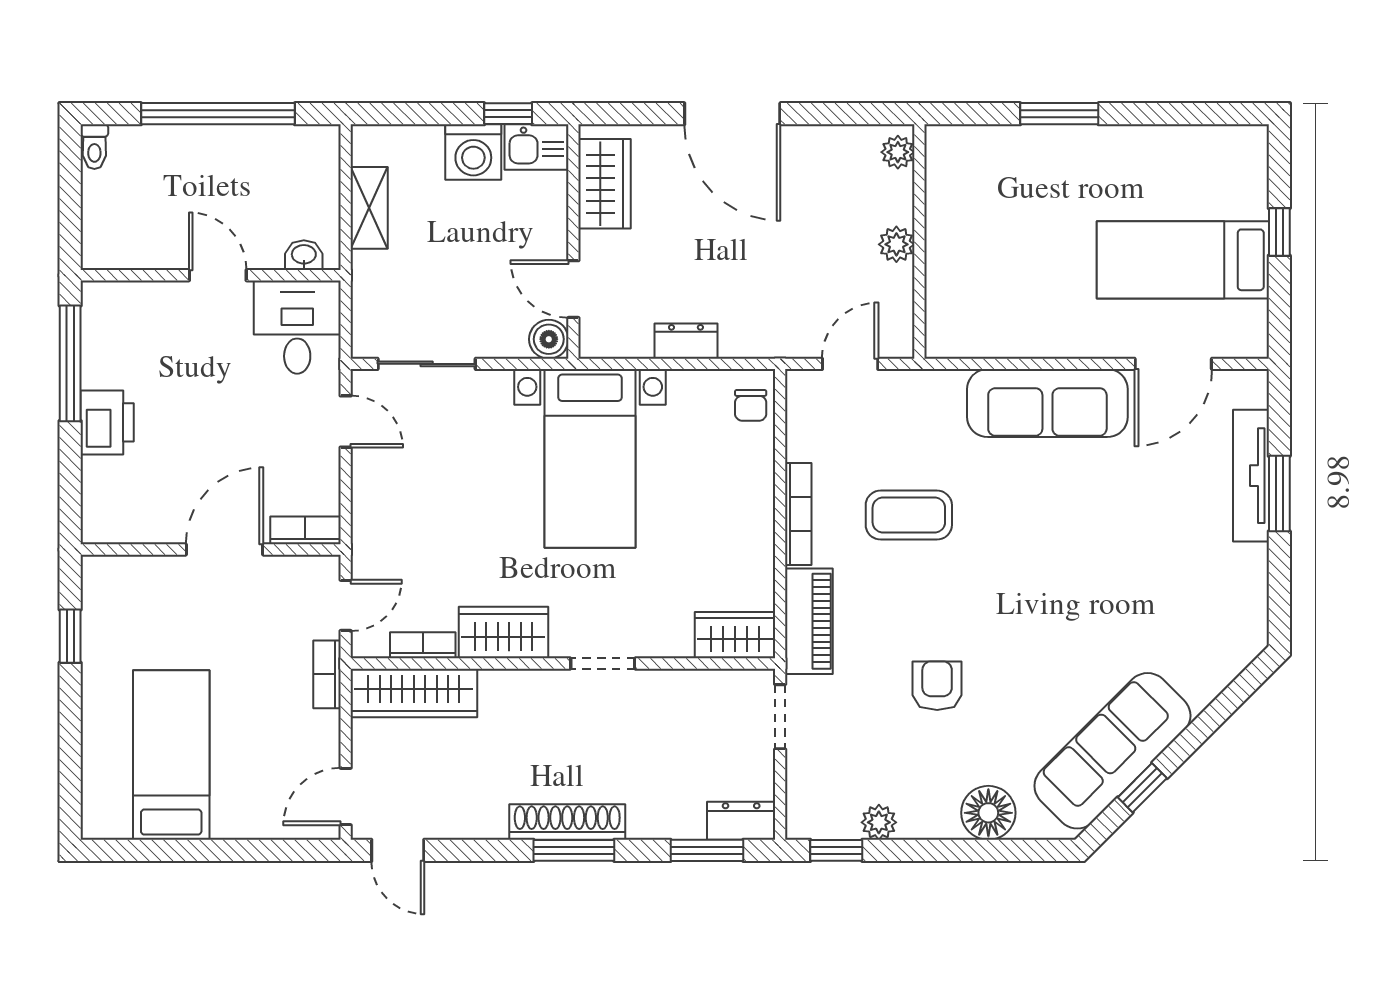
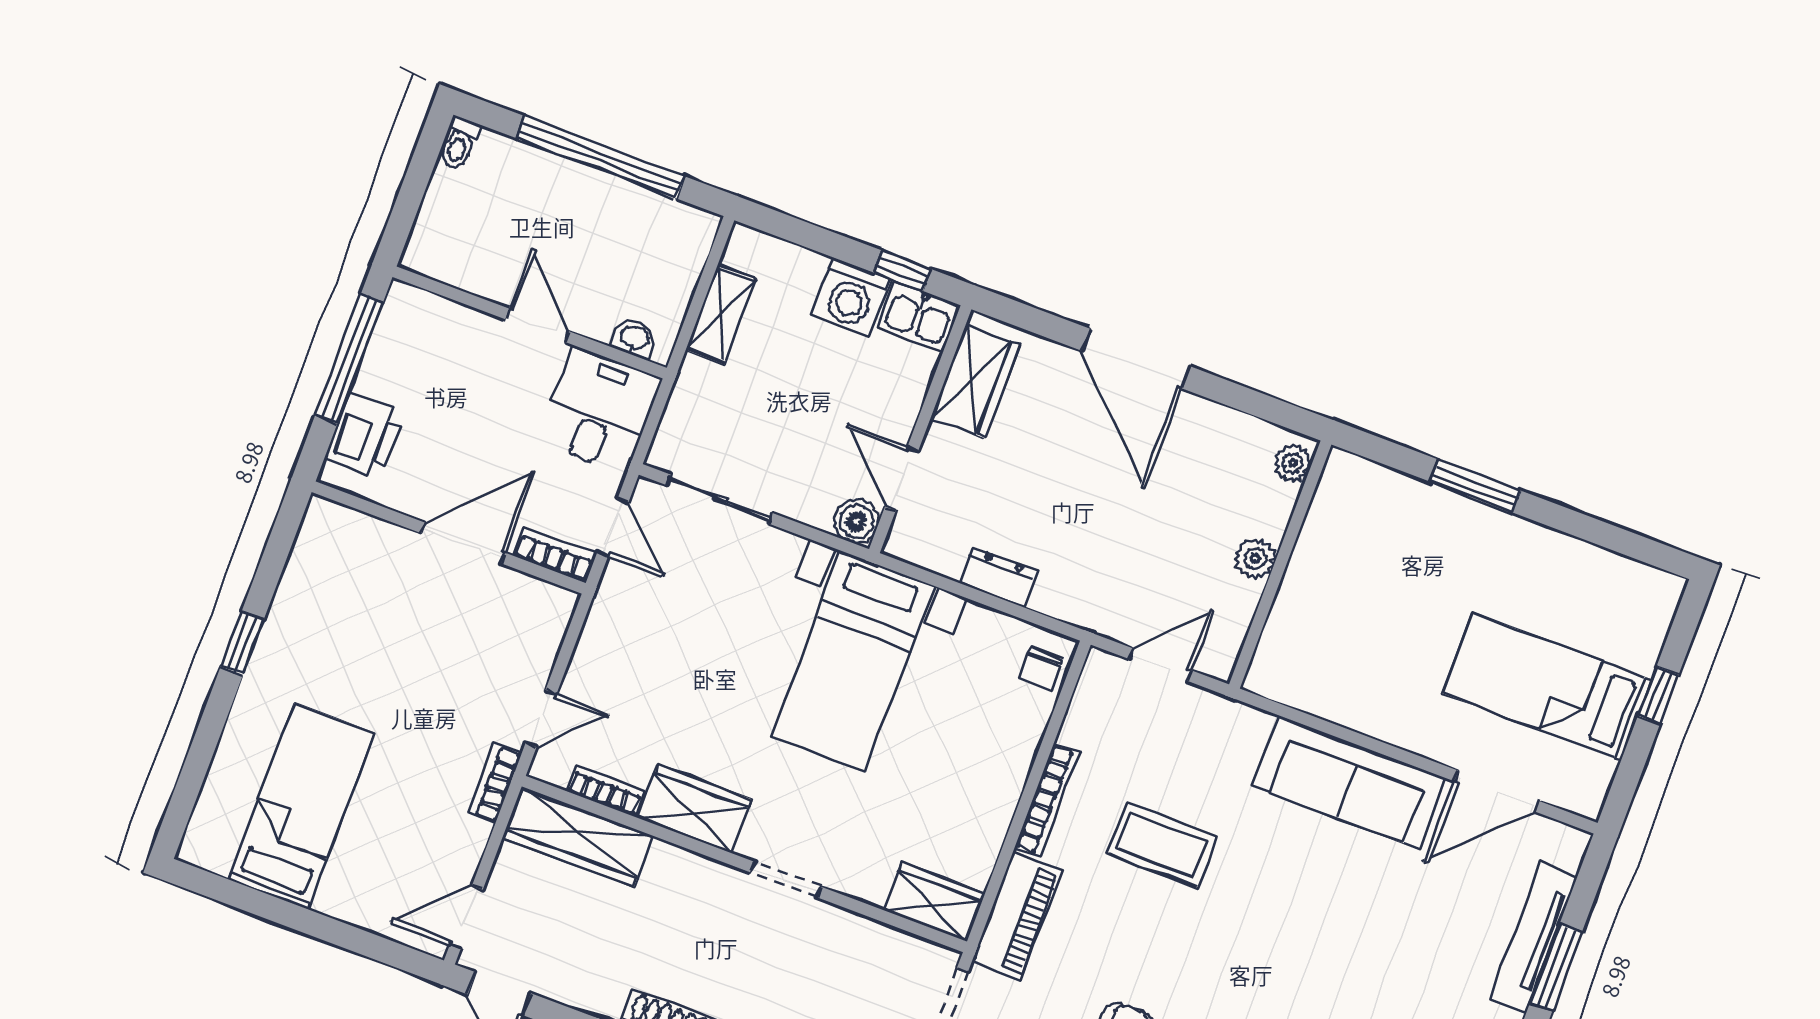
bookcase: (305, 530) -> (555, 555), moved
wall: (211, 550) -> (449, 538), moved
door: (224, 550) -> (463, 543), moved

